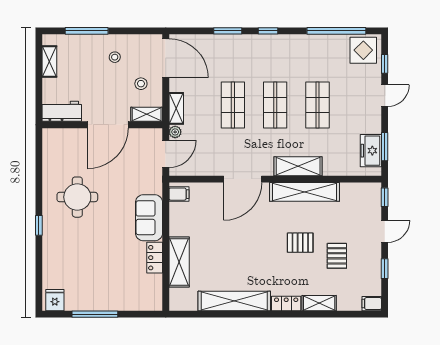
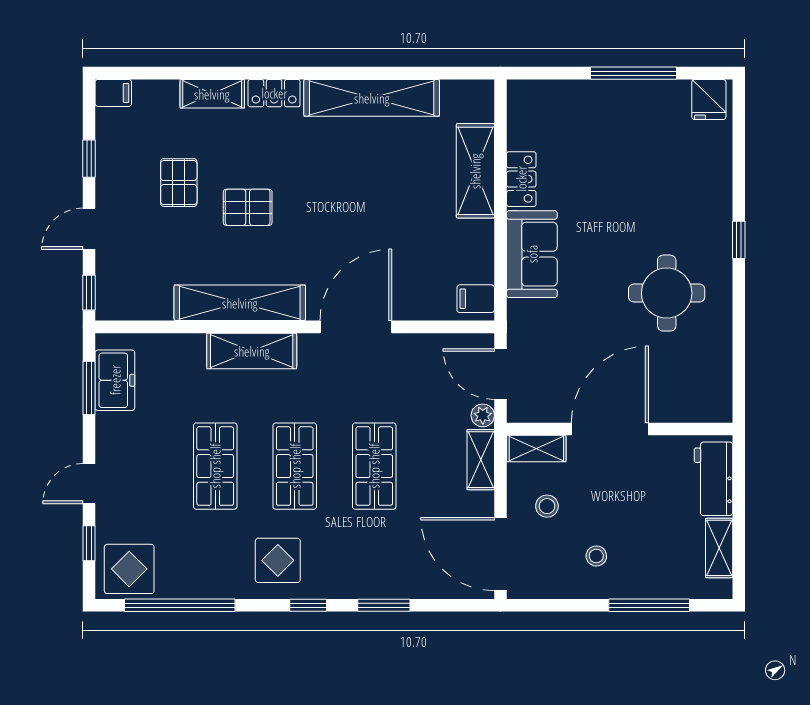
display table: (284, 55) -> (278, 560), added
workbench: (62, 111) -> (714, 479), moved, turned 90
door: (166, 154) -> (500, 374), hinge flipped

